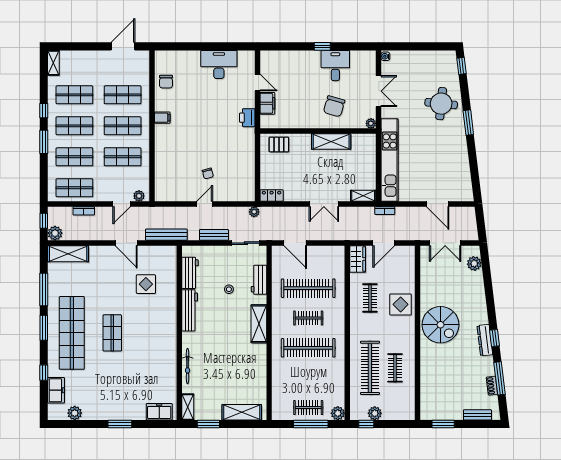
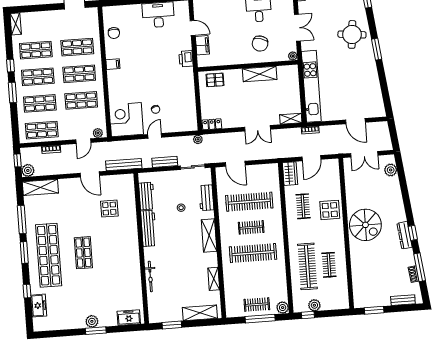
corner desk: (173, 183) -> (126, 120), added
shelving: (188, 407) -> (214, 279), moved
plant: (75, 413) -> (92, 321), moved

